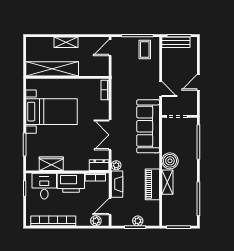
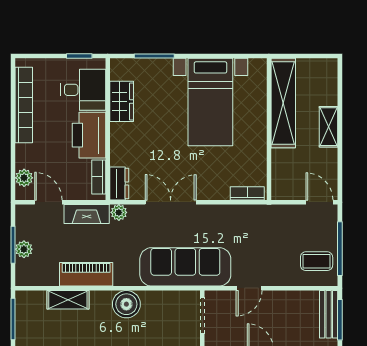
shelving: (167, 182) -> (68, 300), moved

